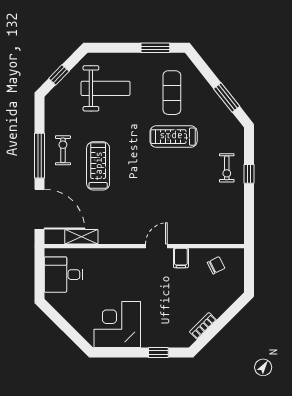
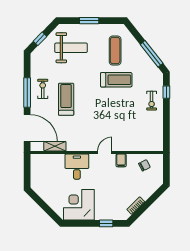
window: (155, 48) -> (89, 21), moved
window: (227, 98) -> (152, 54), width x1.44
treadmill: (174, 137) -> (116, 80), turned 180
window: (249, 174) -> (166, 92), moved
desk: (64, 275) -> (77, 167), moved, turned 90

